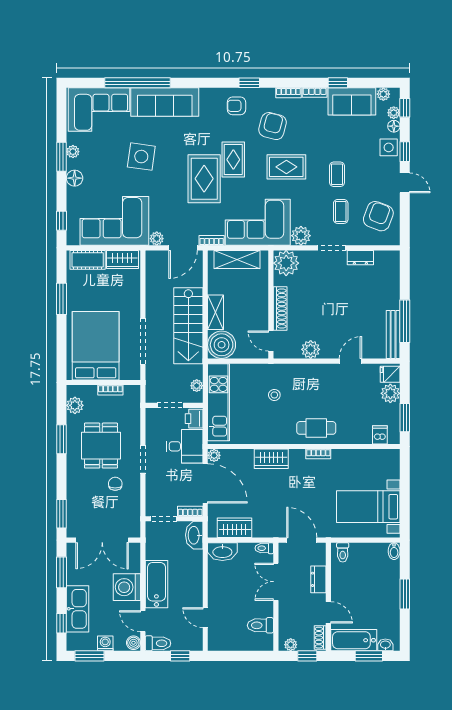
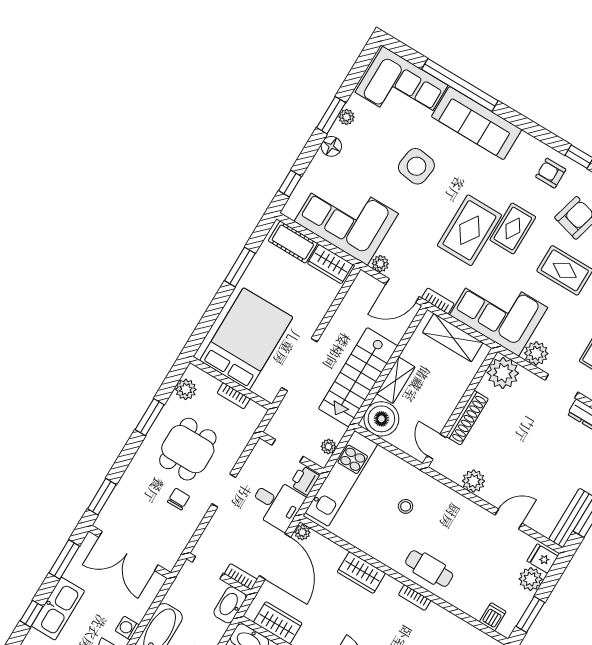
washing machine: (127, 587) -> (127, 628), width x0.53, depth x0.53

